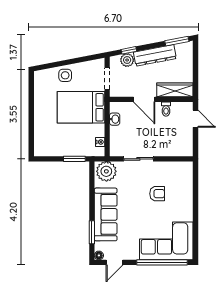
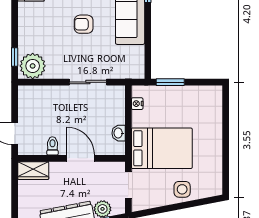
wardrobe: (175, 90) -> (33, 171), width x0.67
plant: (106, 171) -> (33, 66), moved
window: (196, 178) -> (15, 57), added
armchair: (157, 194) -> (84, 24), moved

